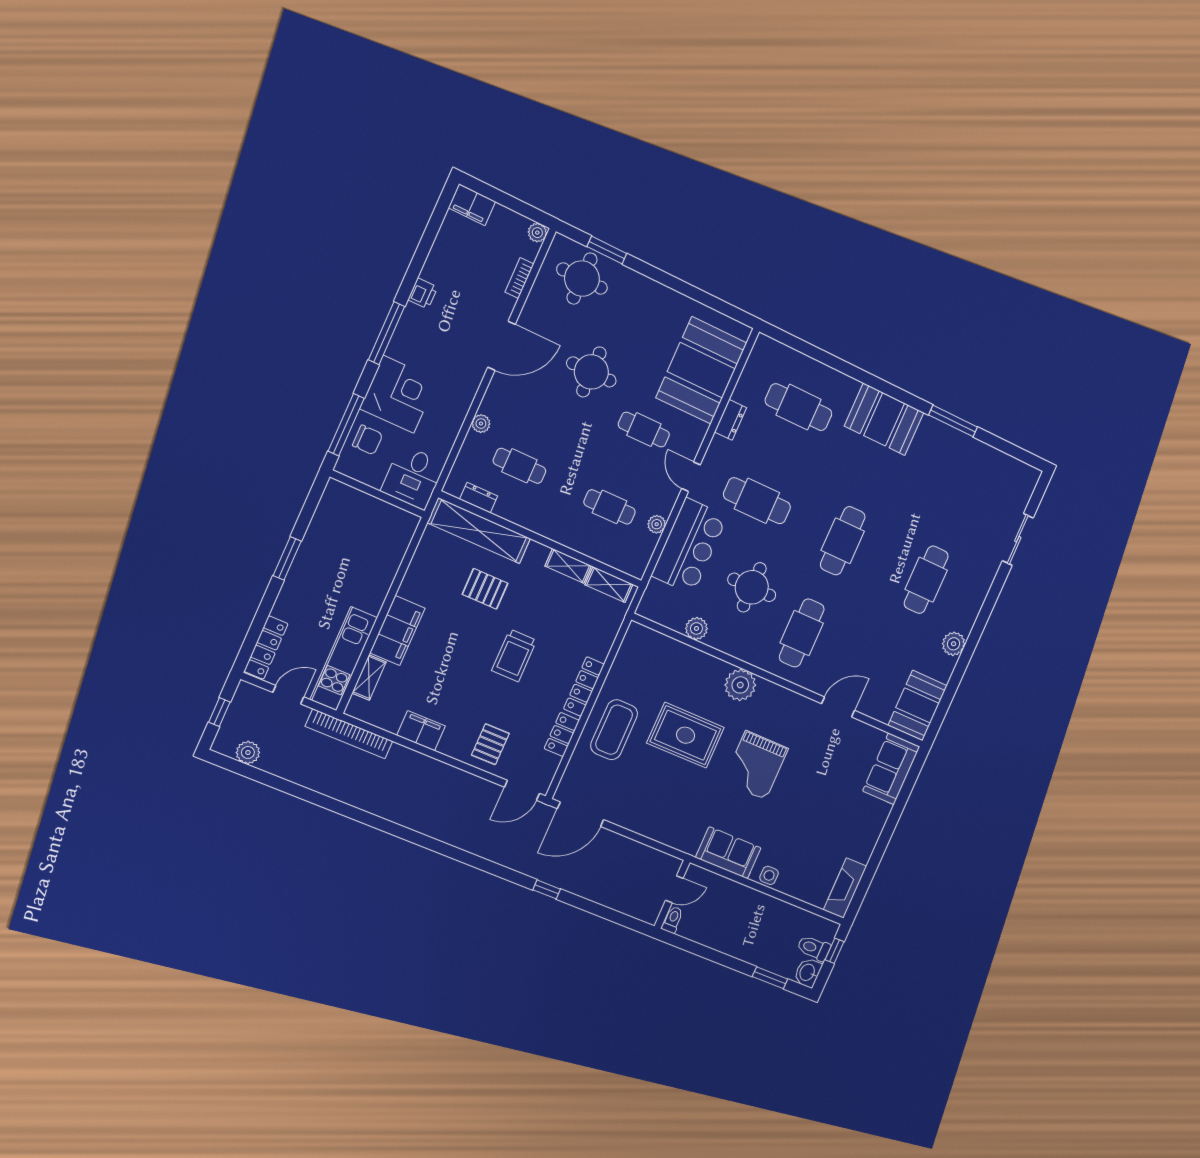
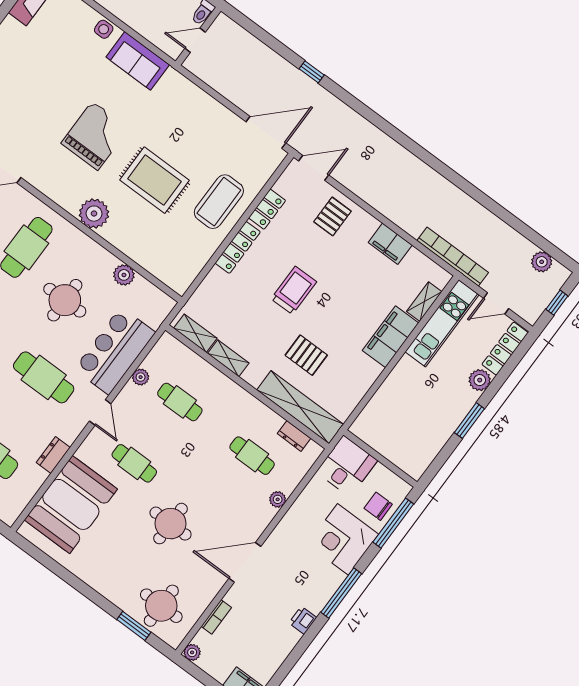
plant: (286, 606) -> (480, 380), added

